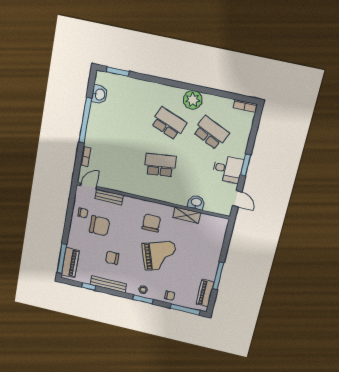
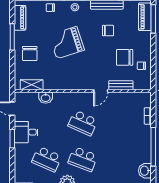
school desk: (160, 165) -> (83, 123), turned 30
door: (89, 186) -> (101, 91), moved
shelving: (187, 215) -> (32, 85), moved
chair: (151, 223) -> (30, 53), moved

